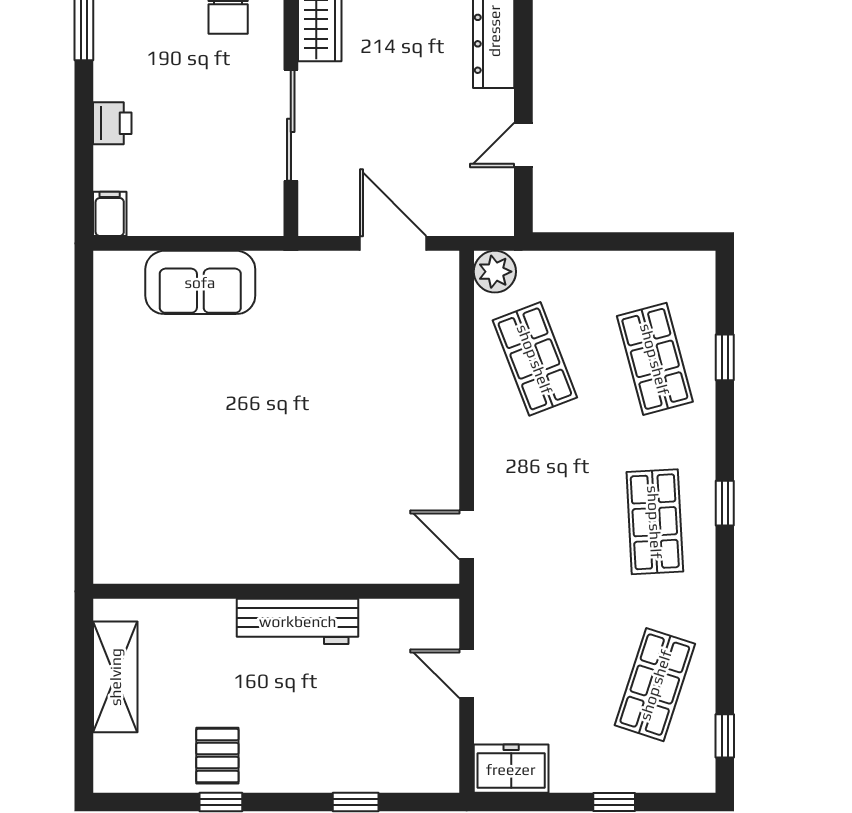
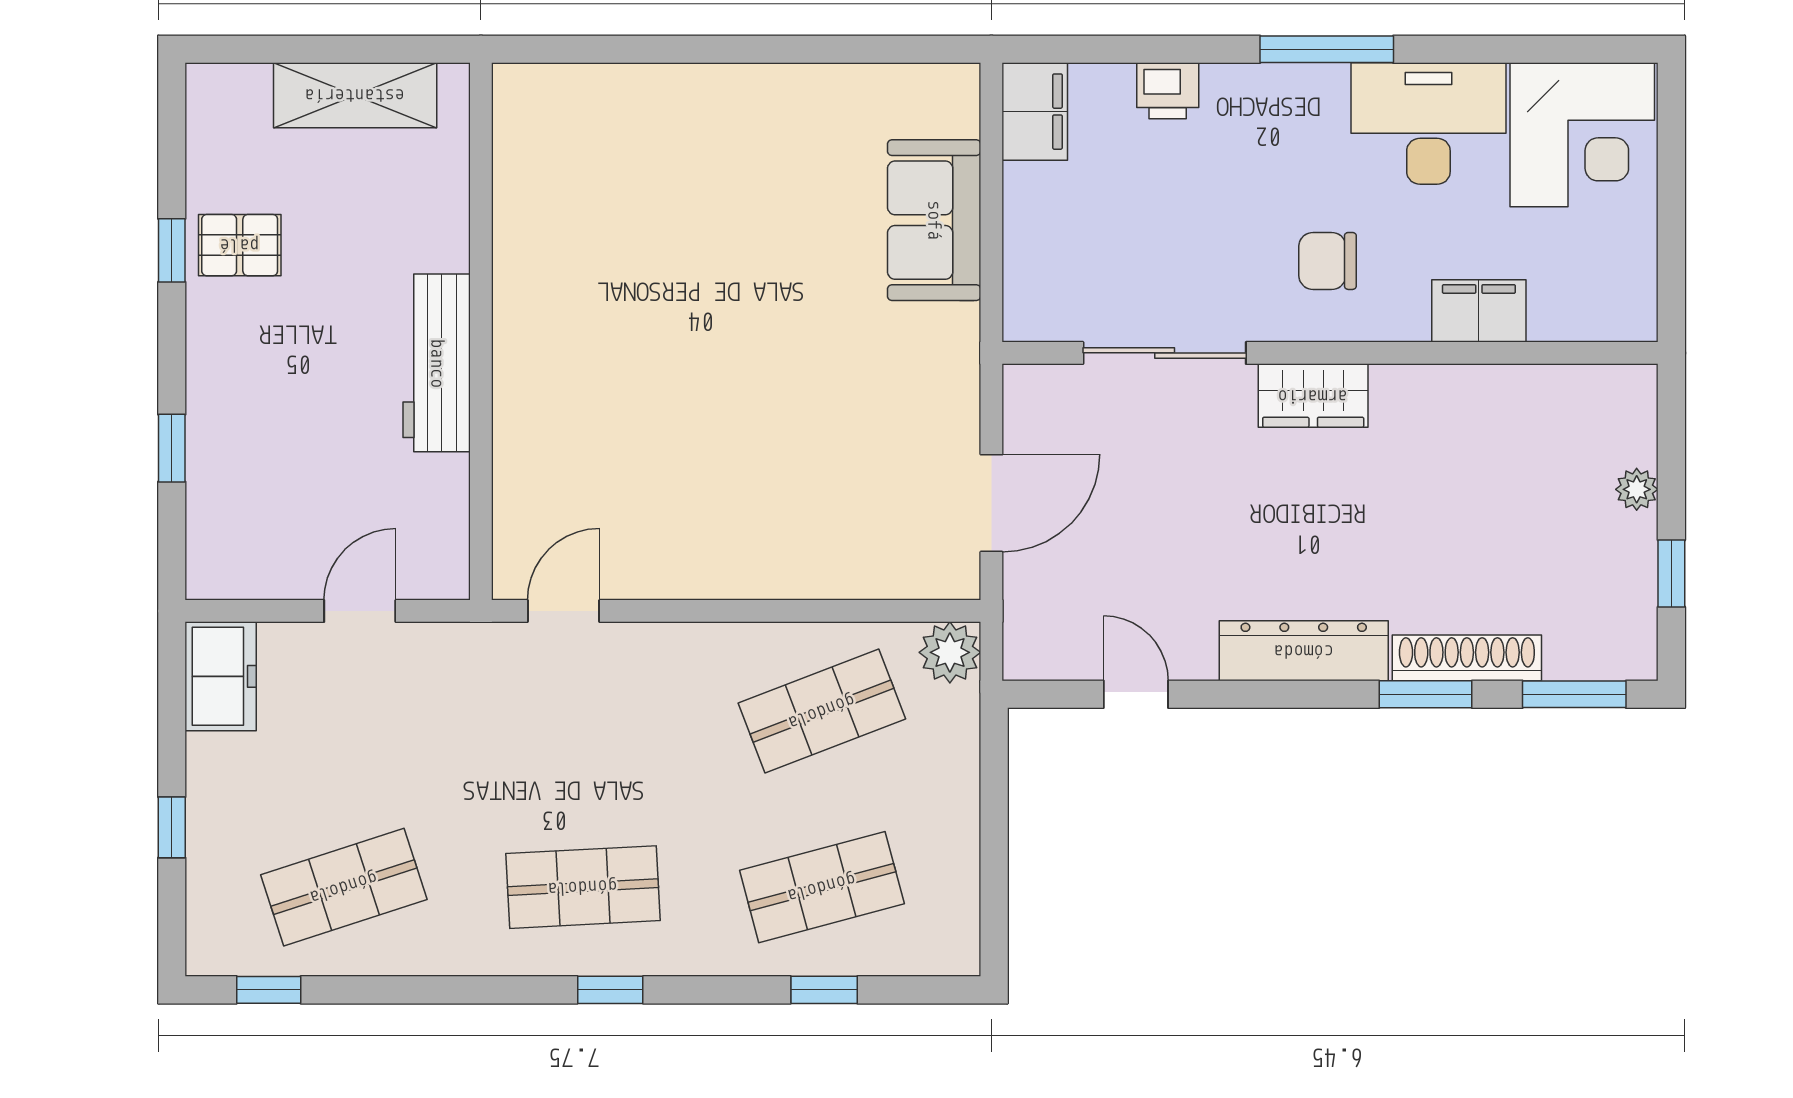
filing cabinet: (110, 214) -> (1035, 112), width x2.00
shop shelf: (655, 685) -> (344, 887), turned -36

